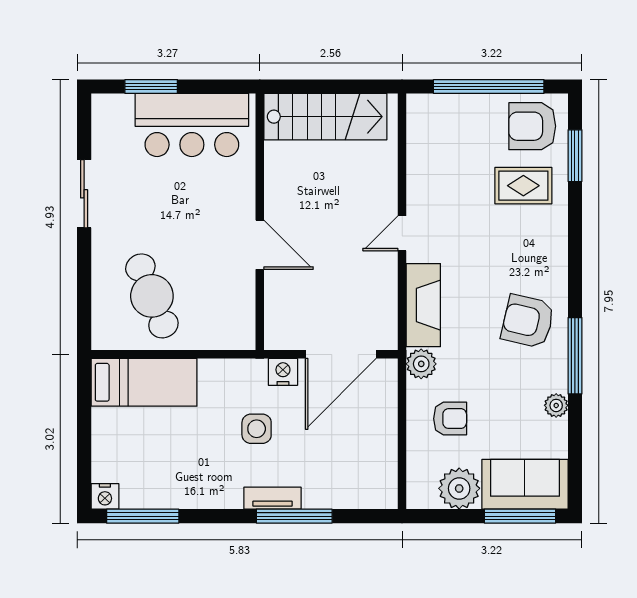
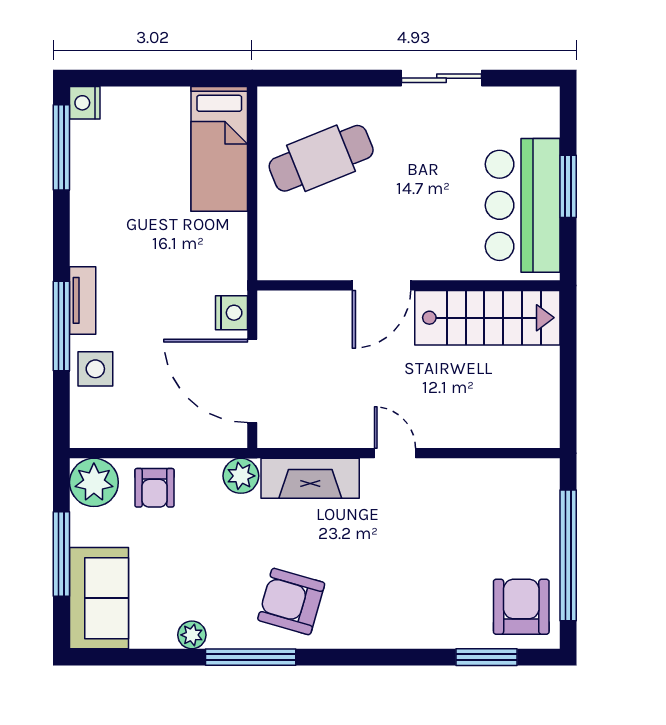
window: (151, 86) -> (568, 186), moved
stairs: (325, 117) -> (487, 318), moved, turned -90
rug: (523, 186) -> (451, 596), removed
armchair: (528, 321) -> (291, 601), turned -87
armchair: (450, 419) -> (154, 488), moved
side table: (257, 429) -> (95, 369), moved
plant: (459, 488) -> (94, 482), moved
window: (520, 516) -> (61, 554), moved

